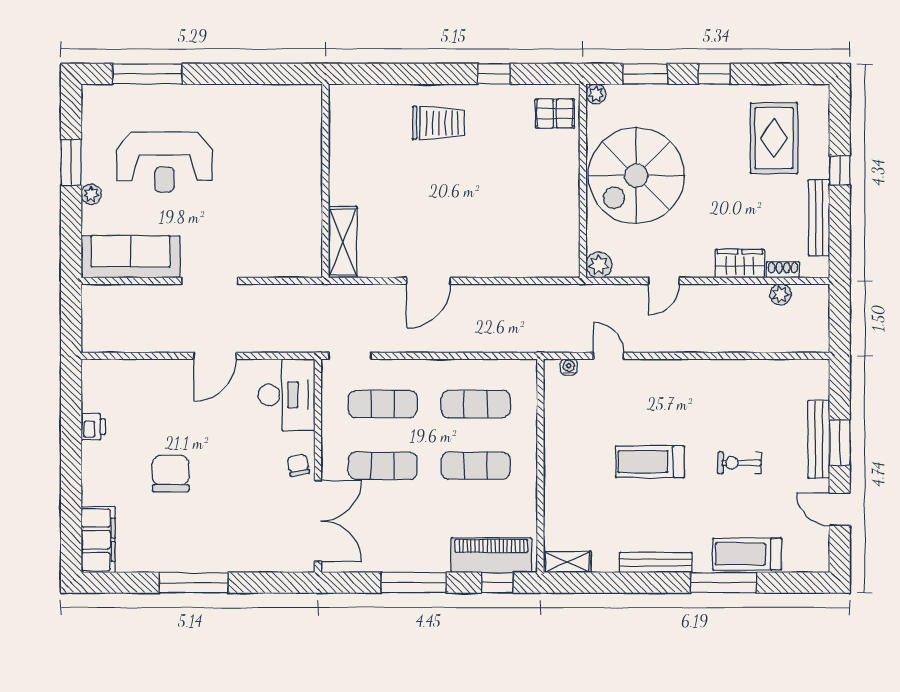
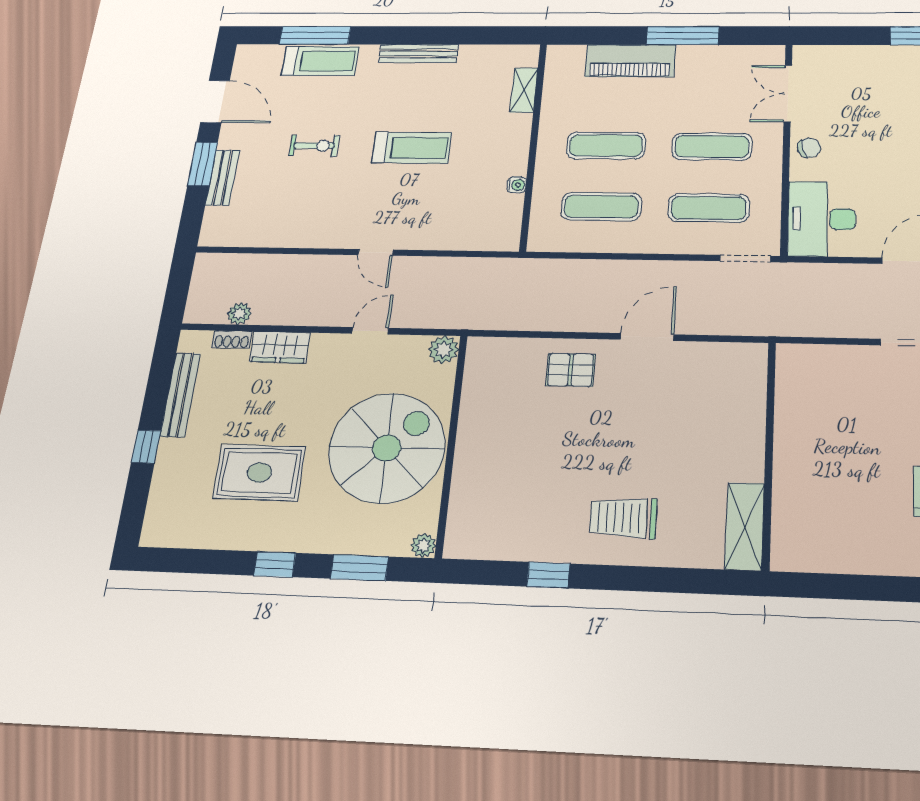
pallet: (555, 113) -> (570, 370), moved
rug: (774, 138) -> (259, 473), moved, turned 90
shelving: (343, 242) -> (745, 526), moved
door: (609, 356) -> (376, 252), moved
water cooler: (569, 367) -> (517, 185), moved, turned -90
bench: (819, 439) -> (222, 178), width x0.73
chair: (298, 465) -> (809, 148), turned -96
door: (840, 509) -> (215, 101), width x1.38
double door: (318, 521) -> (788, 94), width x0.73
piano: (491, 555) -> (630, 61), moved
shelving: (567, 562) -> (524, 90), moved, turned 90
window: (497, 583) -> (591, 35), removed
window: (723, 583) -> (315, 35), moved

